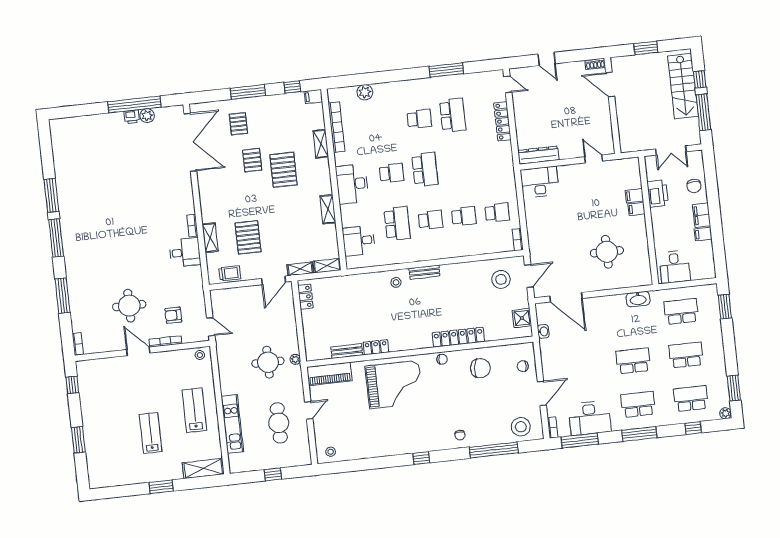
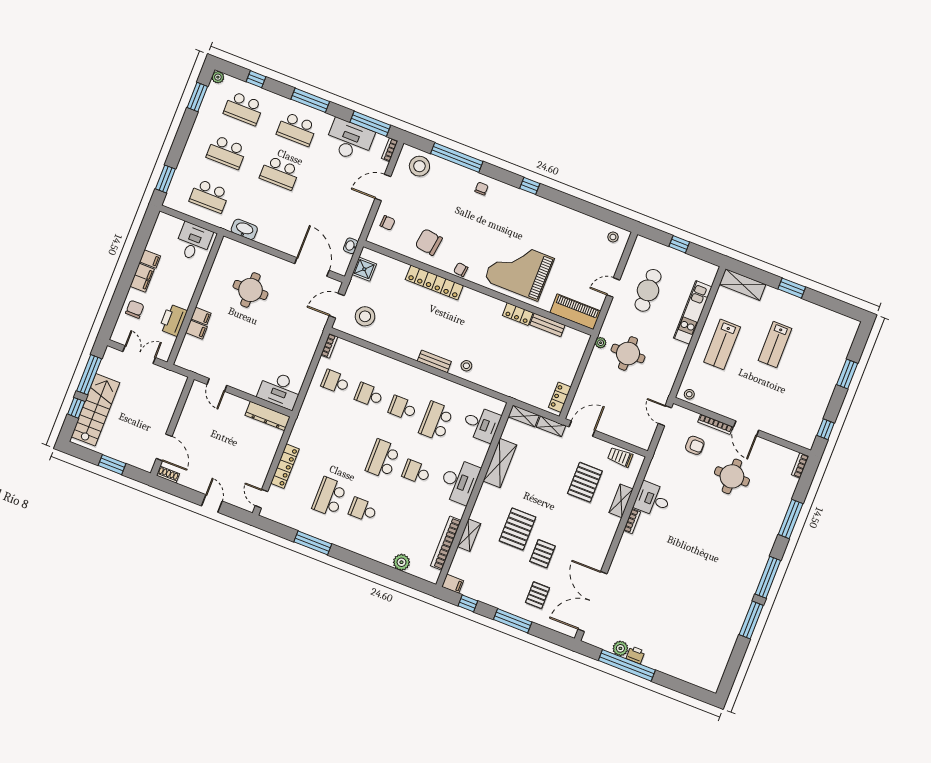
shelving: (328, 209) -> (500, 463), width x1.50, depth x1.33

